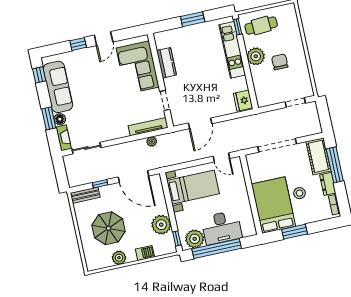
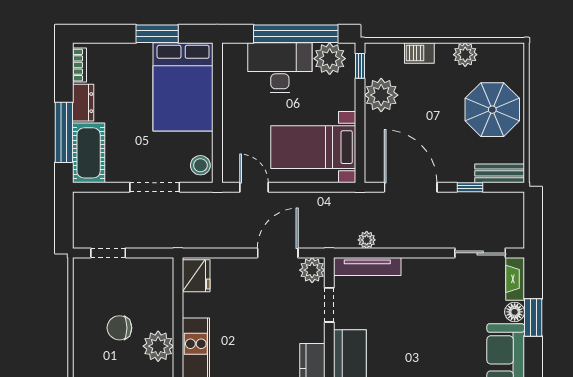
chair: (280, 62) -> (119, 328), turned 90
plant: (179, 118) -> (312, 270), added
doorway: (277, 145) -> (155, 187), width x0.73
stool: (300, 193) -> (200, 165), moved
parasol: (109, 228) -> (492, 110), moved

